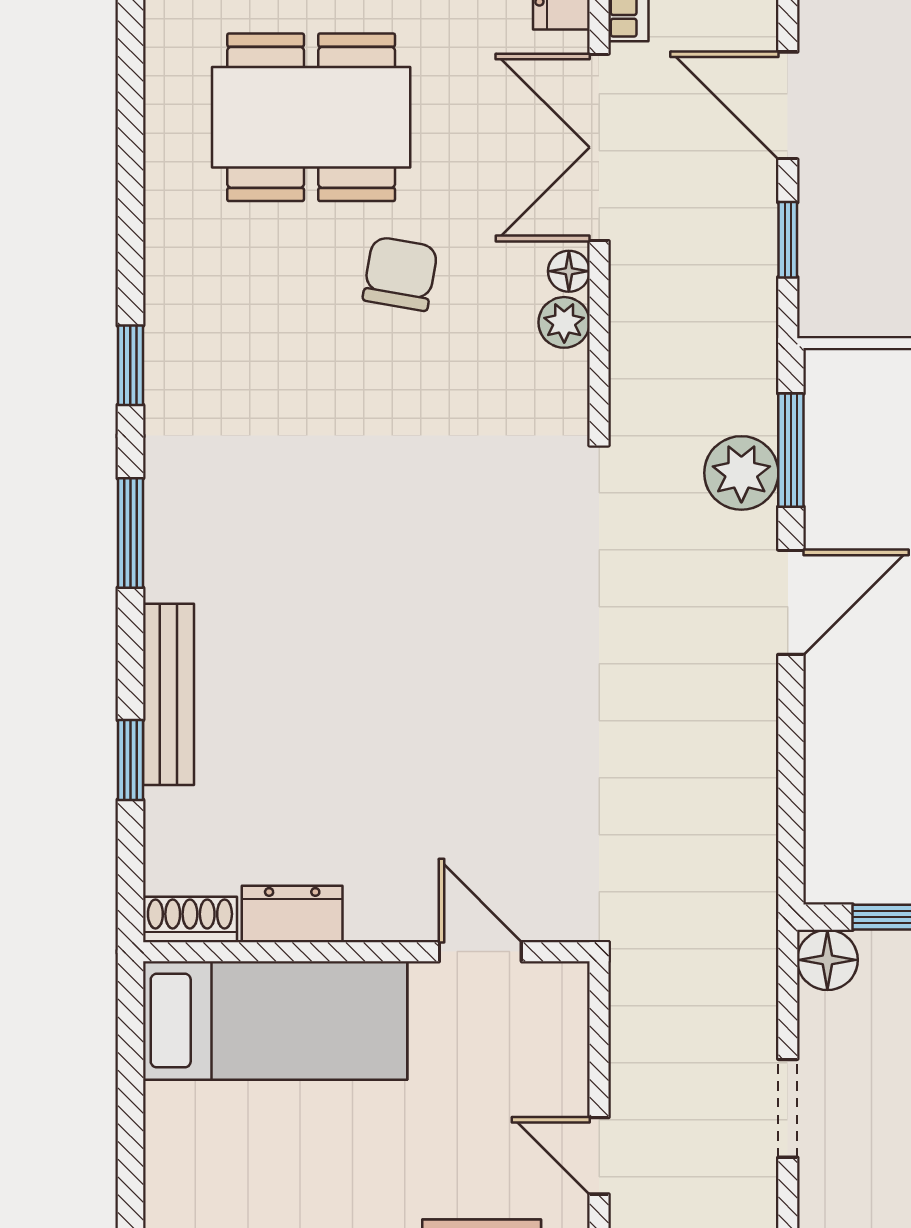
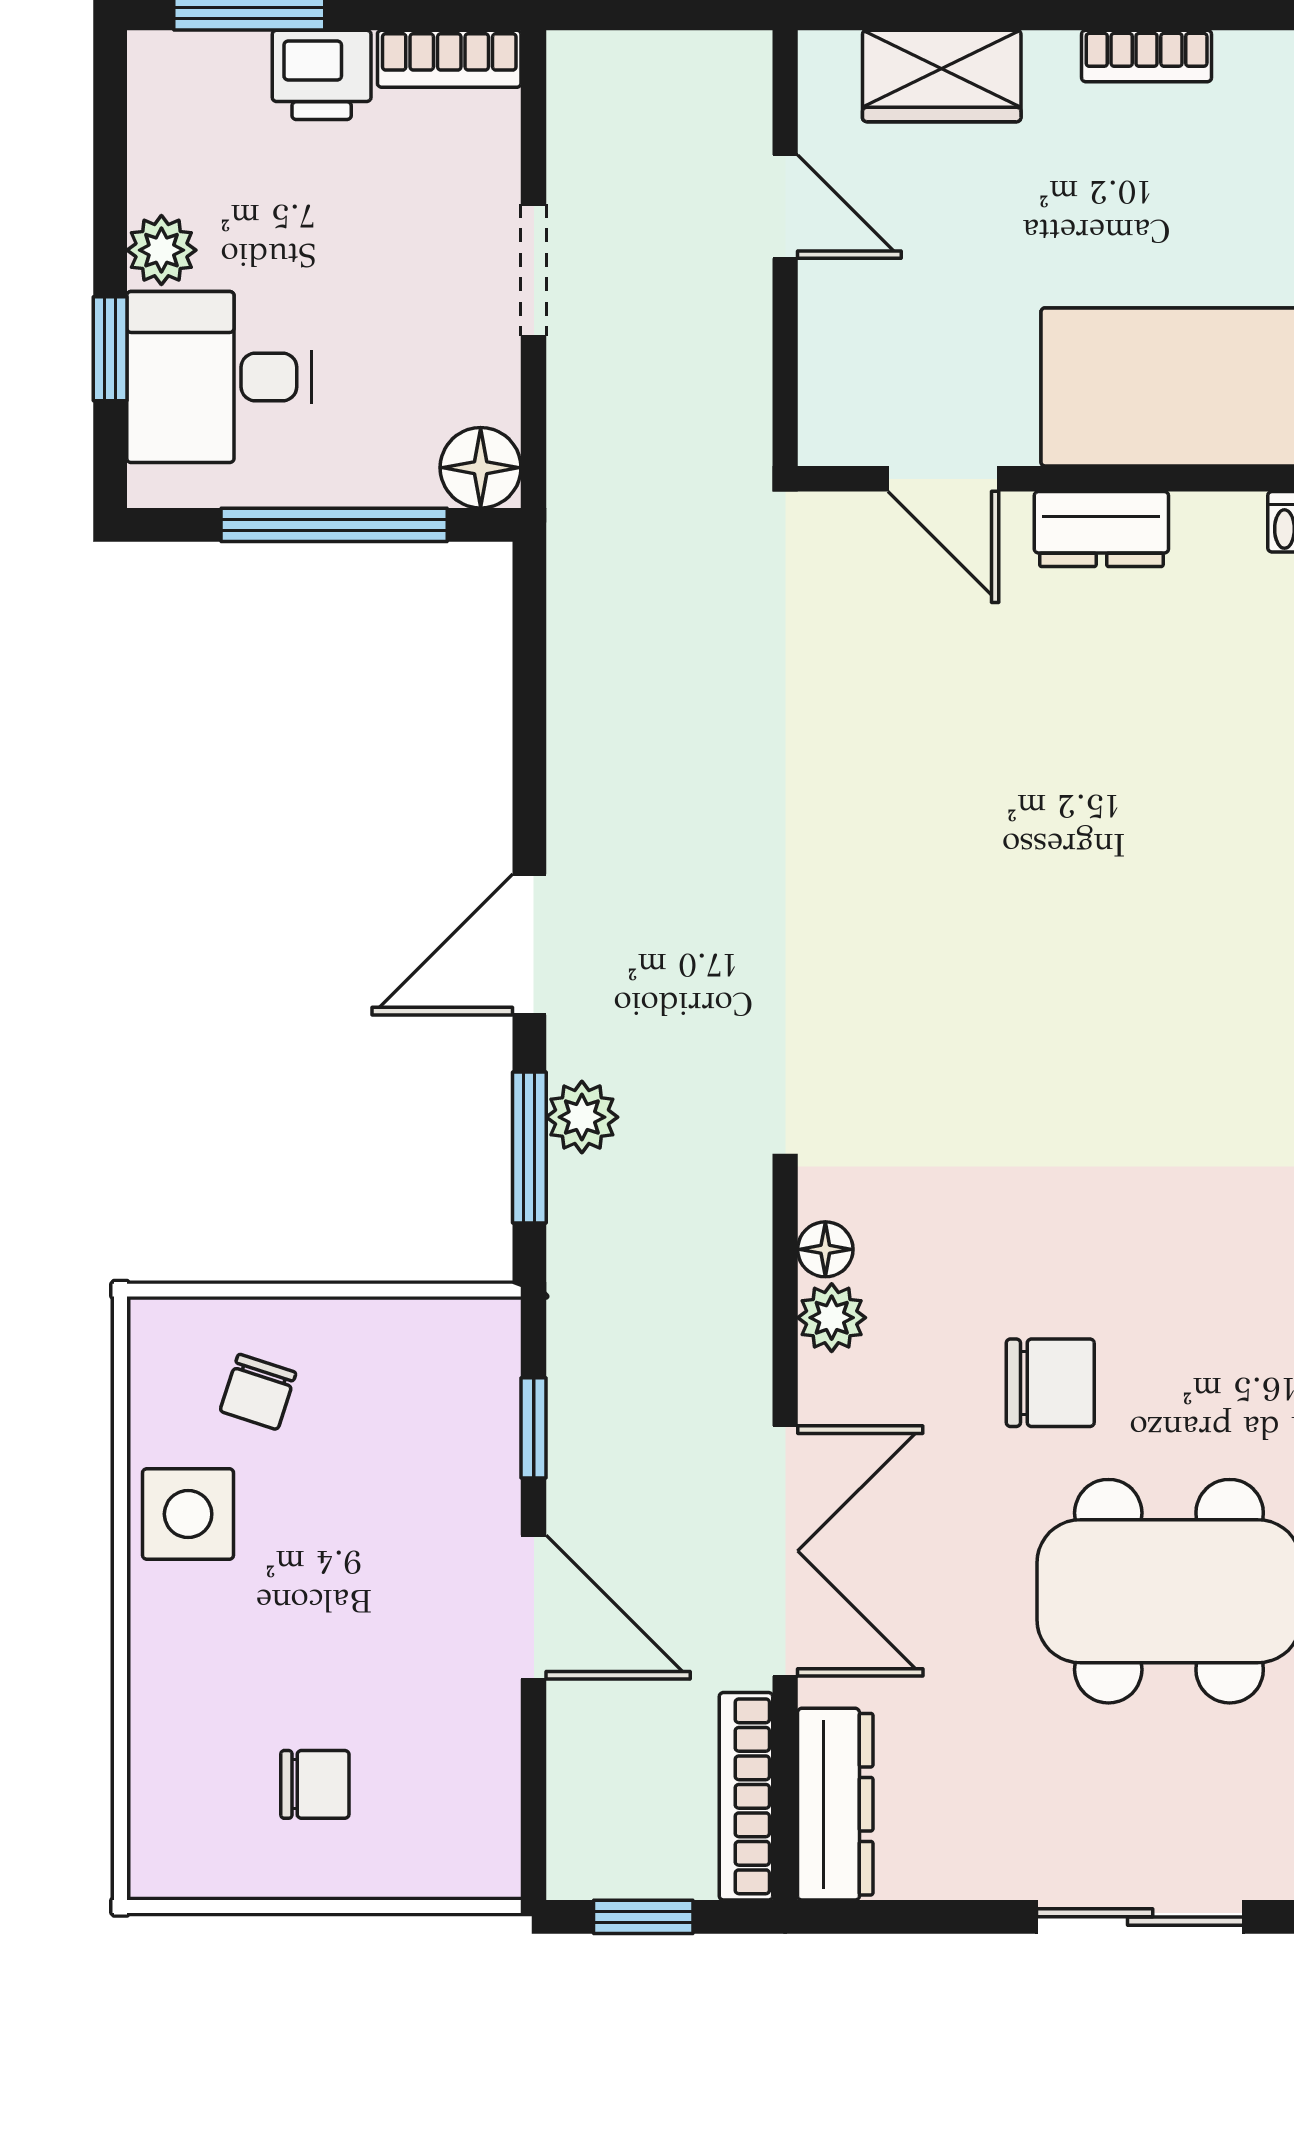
floor lamp: (569, 271) -> (825, 1249), moved
chair: (400, 274) -> (1050, 1383), turned -100
plant: (741, 473) -> (582, 1117), width x0.73, depth x0.73
dresser: (292, 914) -> (1101, 529), moved

